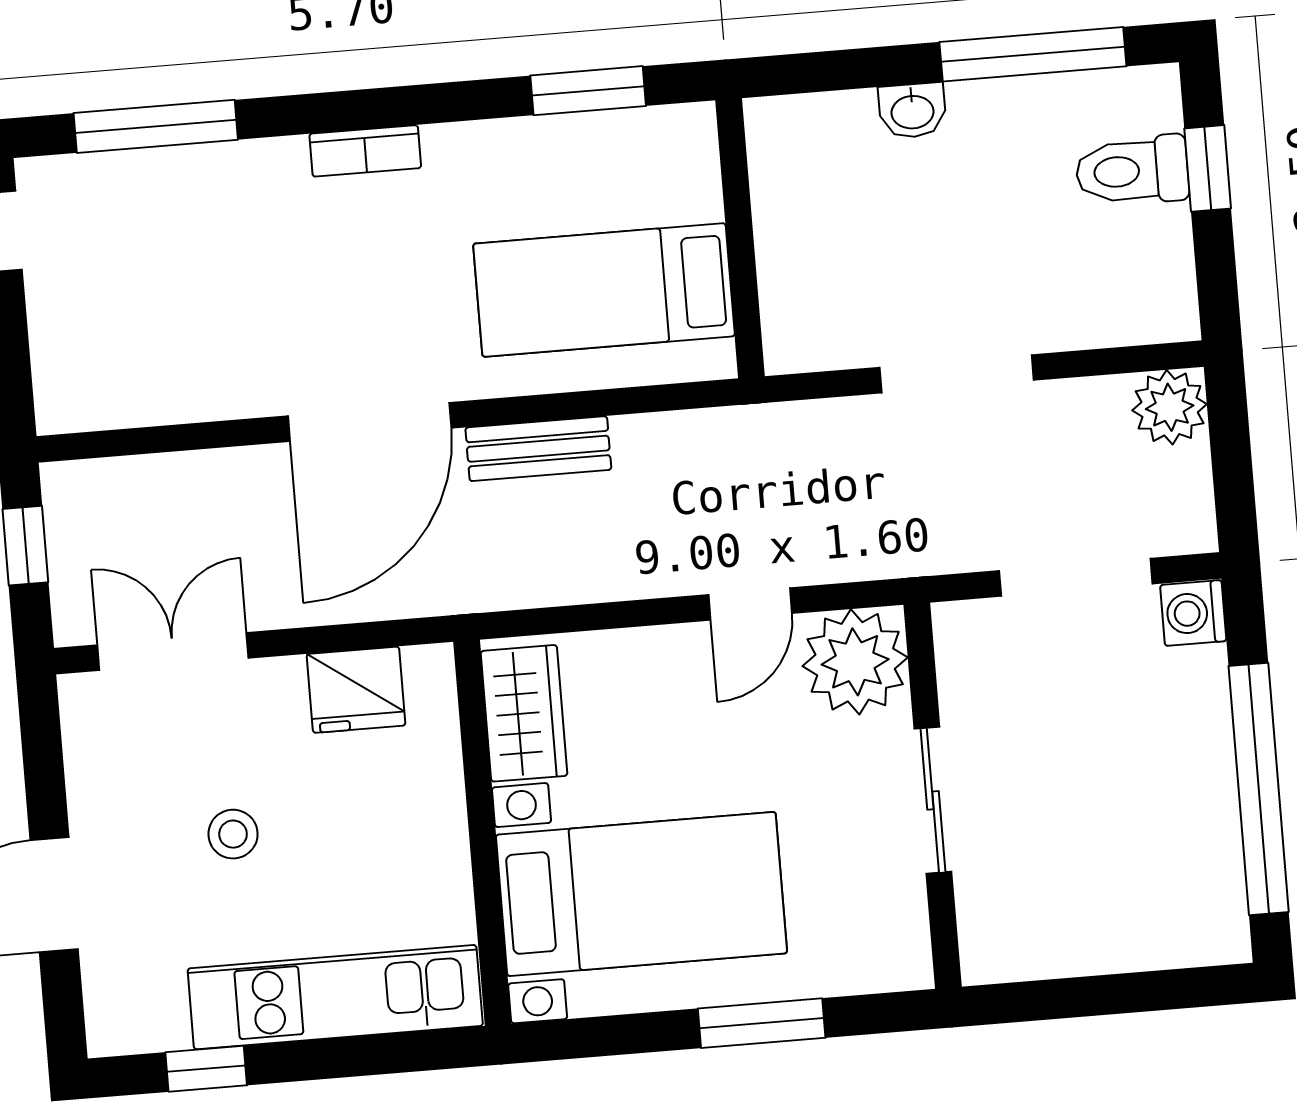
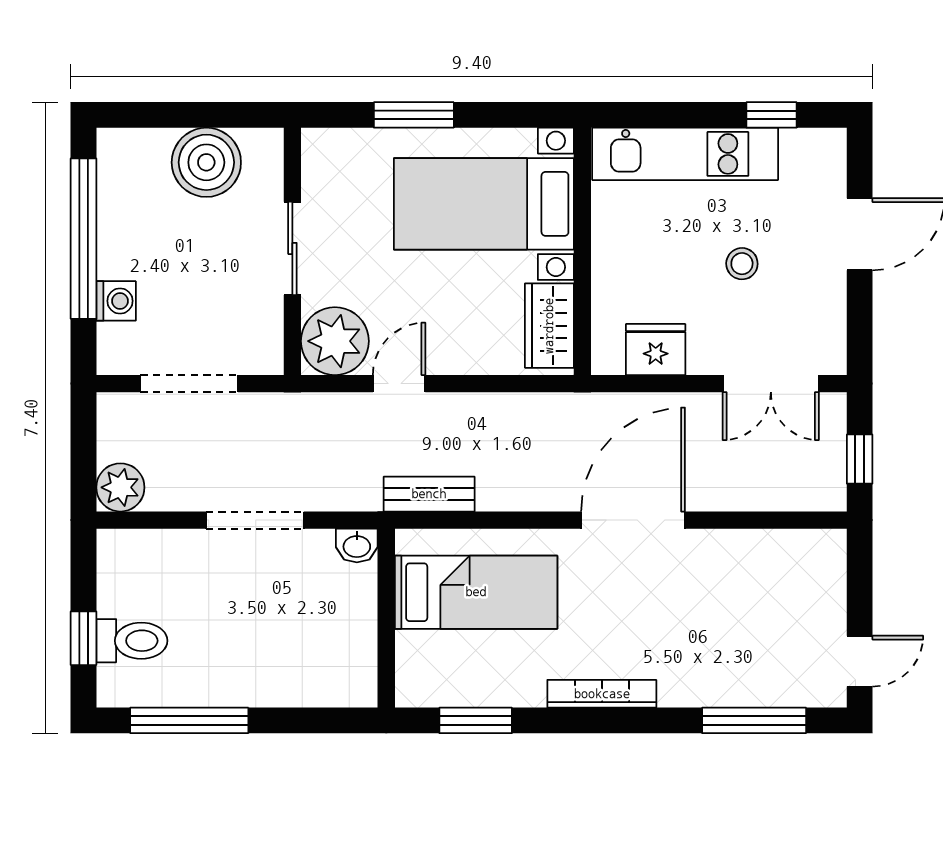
washbasin: (912, 111) -> (357, 546), moved, turned 180
bookcase: (365, 151) -> (602, 694), width x1.56
bench: (538, 449) -> (429, 494), moved
washing machine: (1193, 613) -> (116, 301), moved
boiler: (1078, 923) -> (206, 162), added

